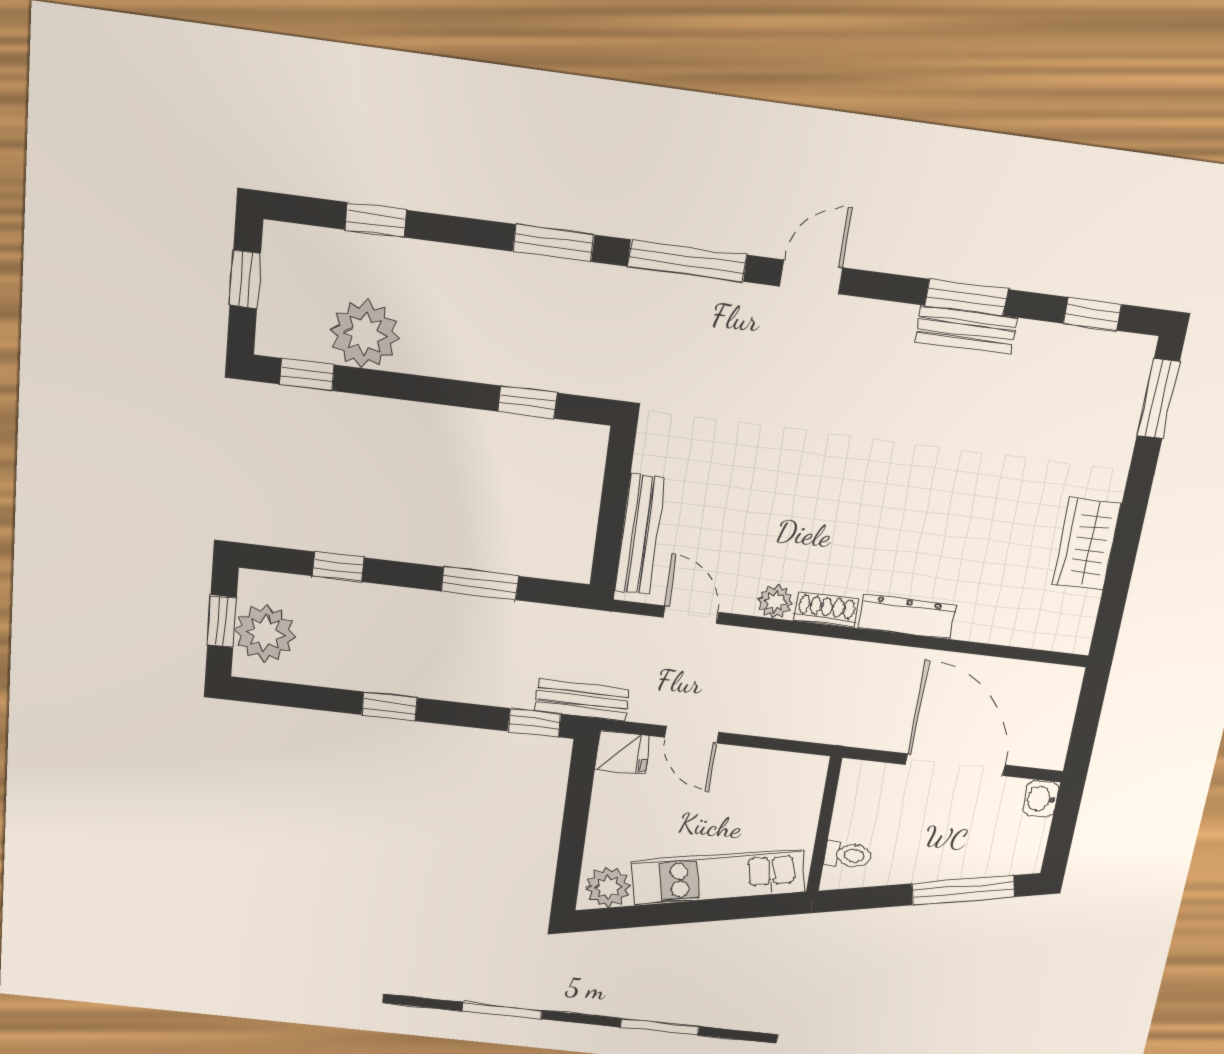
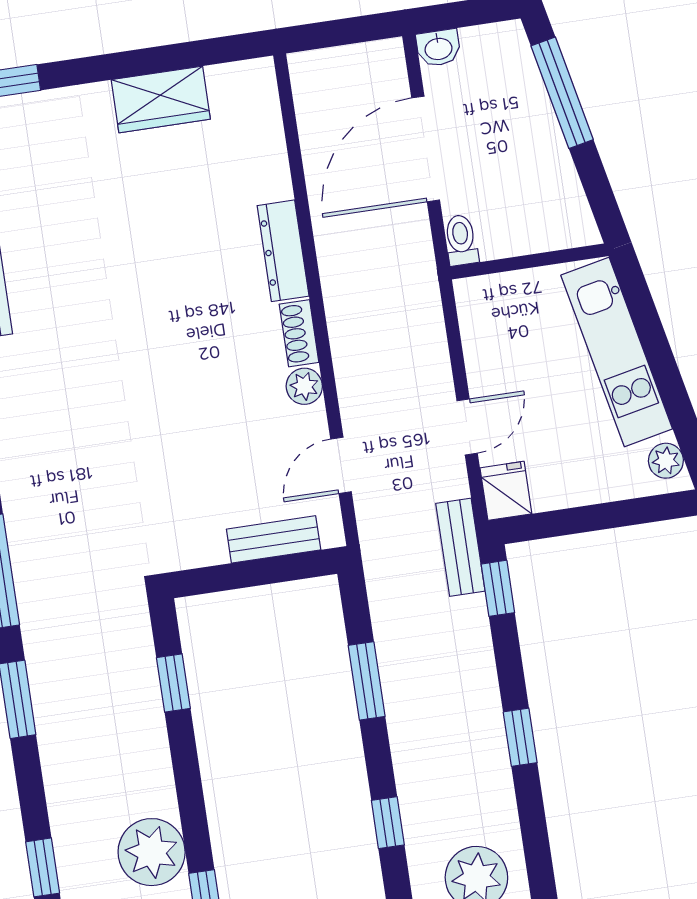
bench: (640, 535) -> (274, 539), width x0.73
toilet: (848, 855) -> (461, 240), moved
plant: (608, 887) -> (666, 461), width x0.73, depth x0.73

